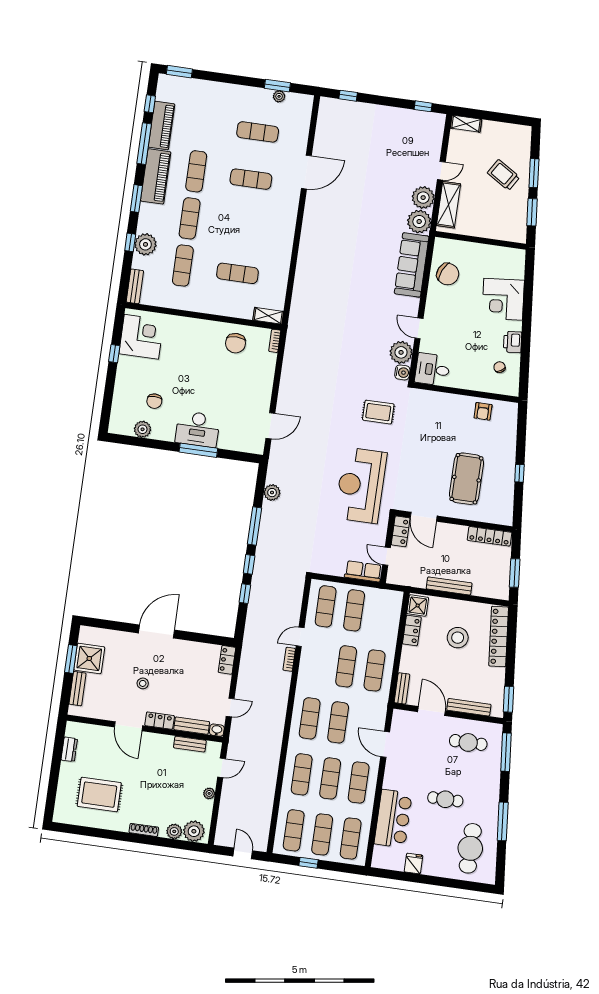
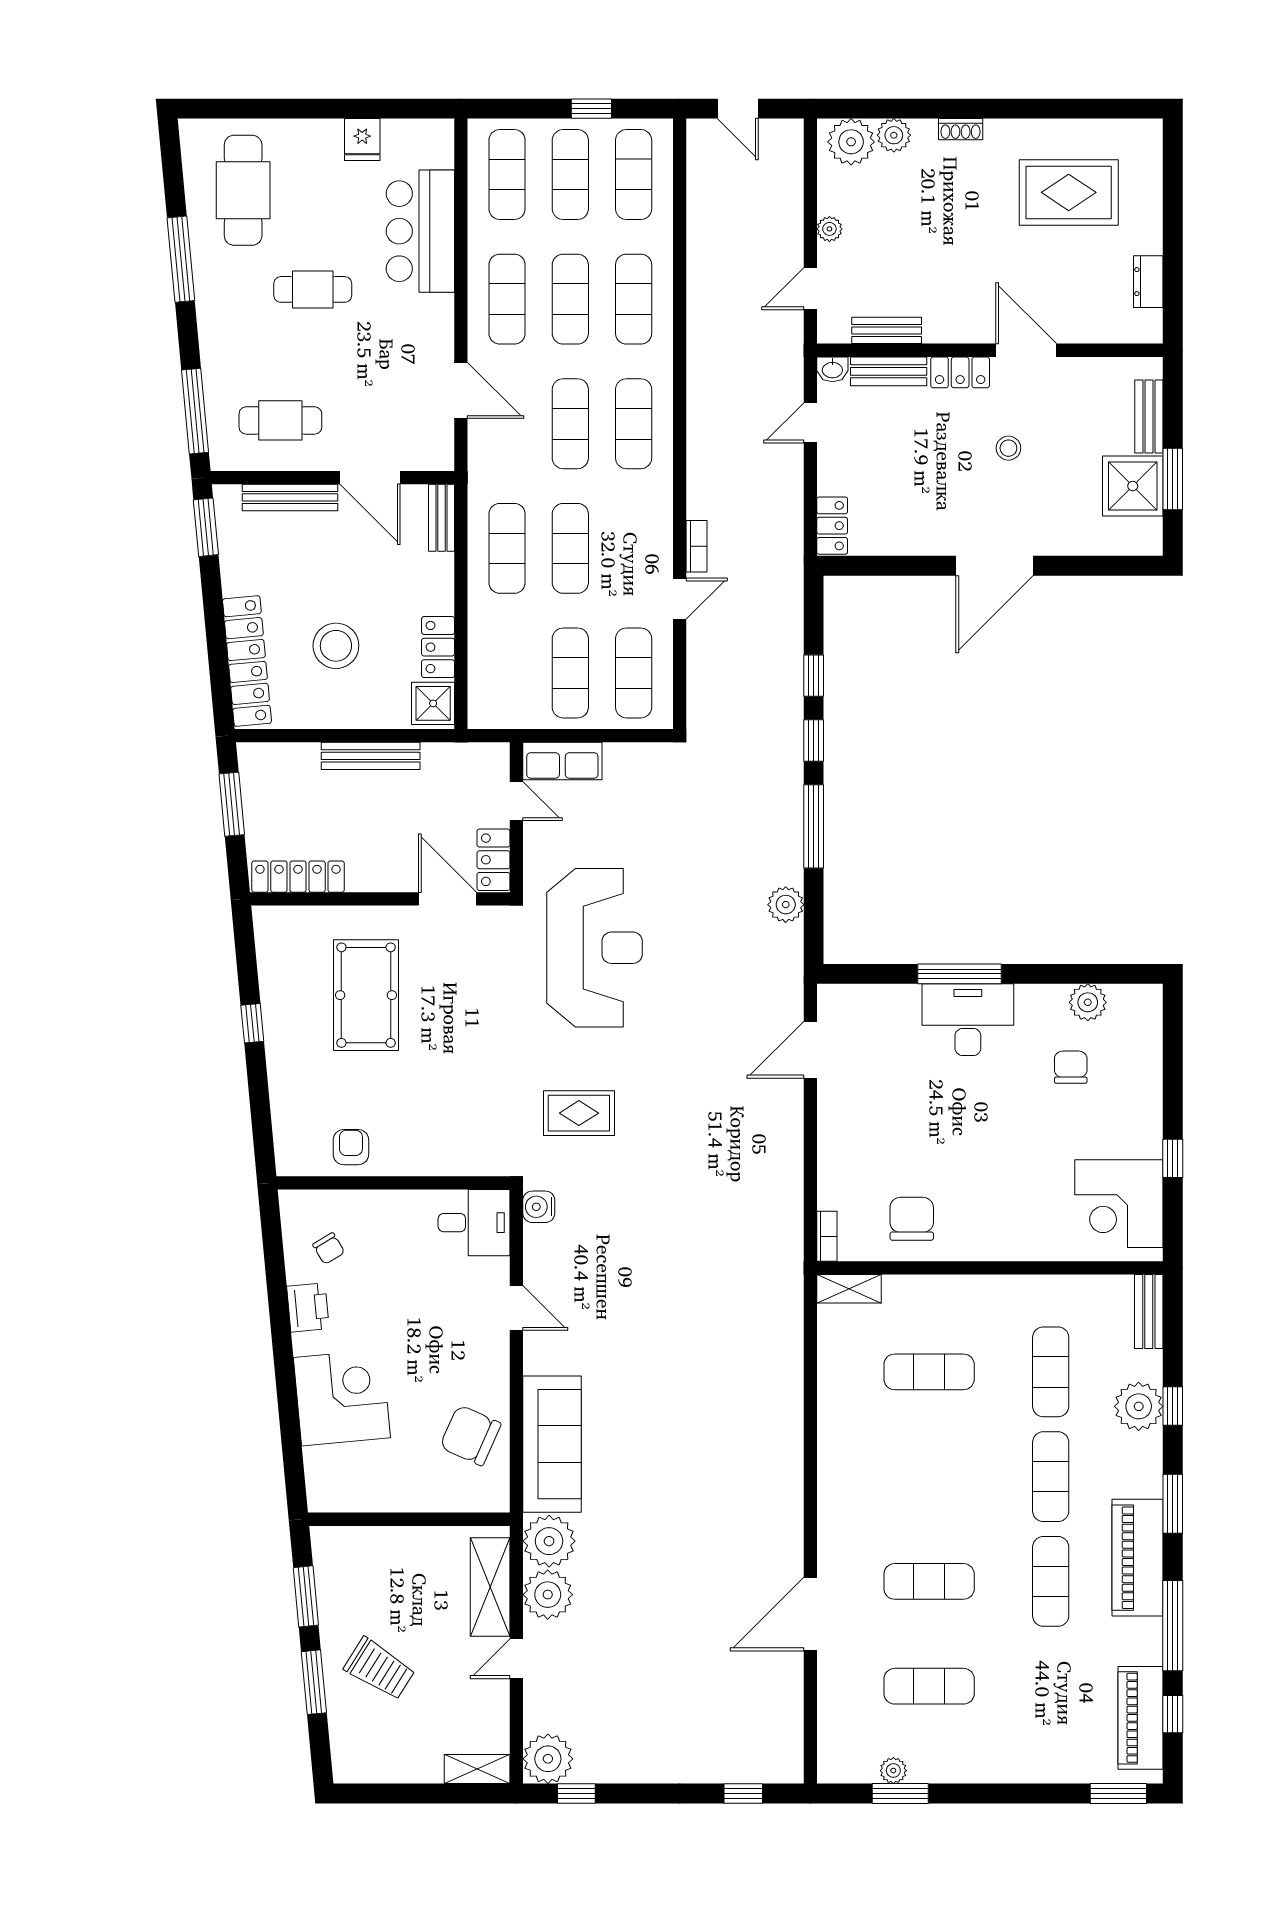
piano: (161, 126) -> (1141, 1718), moved
plant: (401, 352) -> (548, 1759), moved
shoe rack: (144, 830) -> (961, 129), width x0.70

